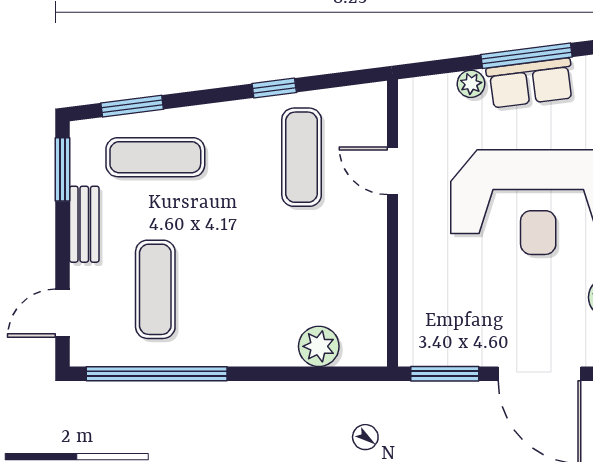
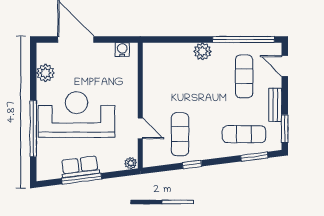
plant: (471, 84) -> (131, 163), moved
door: (63, 313) -> (285, 66), swing flipped
plant: (319, 346) -> (202, 51), moved
water cooler: (434, 351) -> (122, 50), added
window: (445, 374) -> (117, 39), removed

